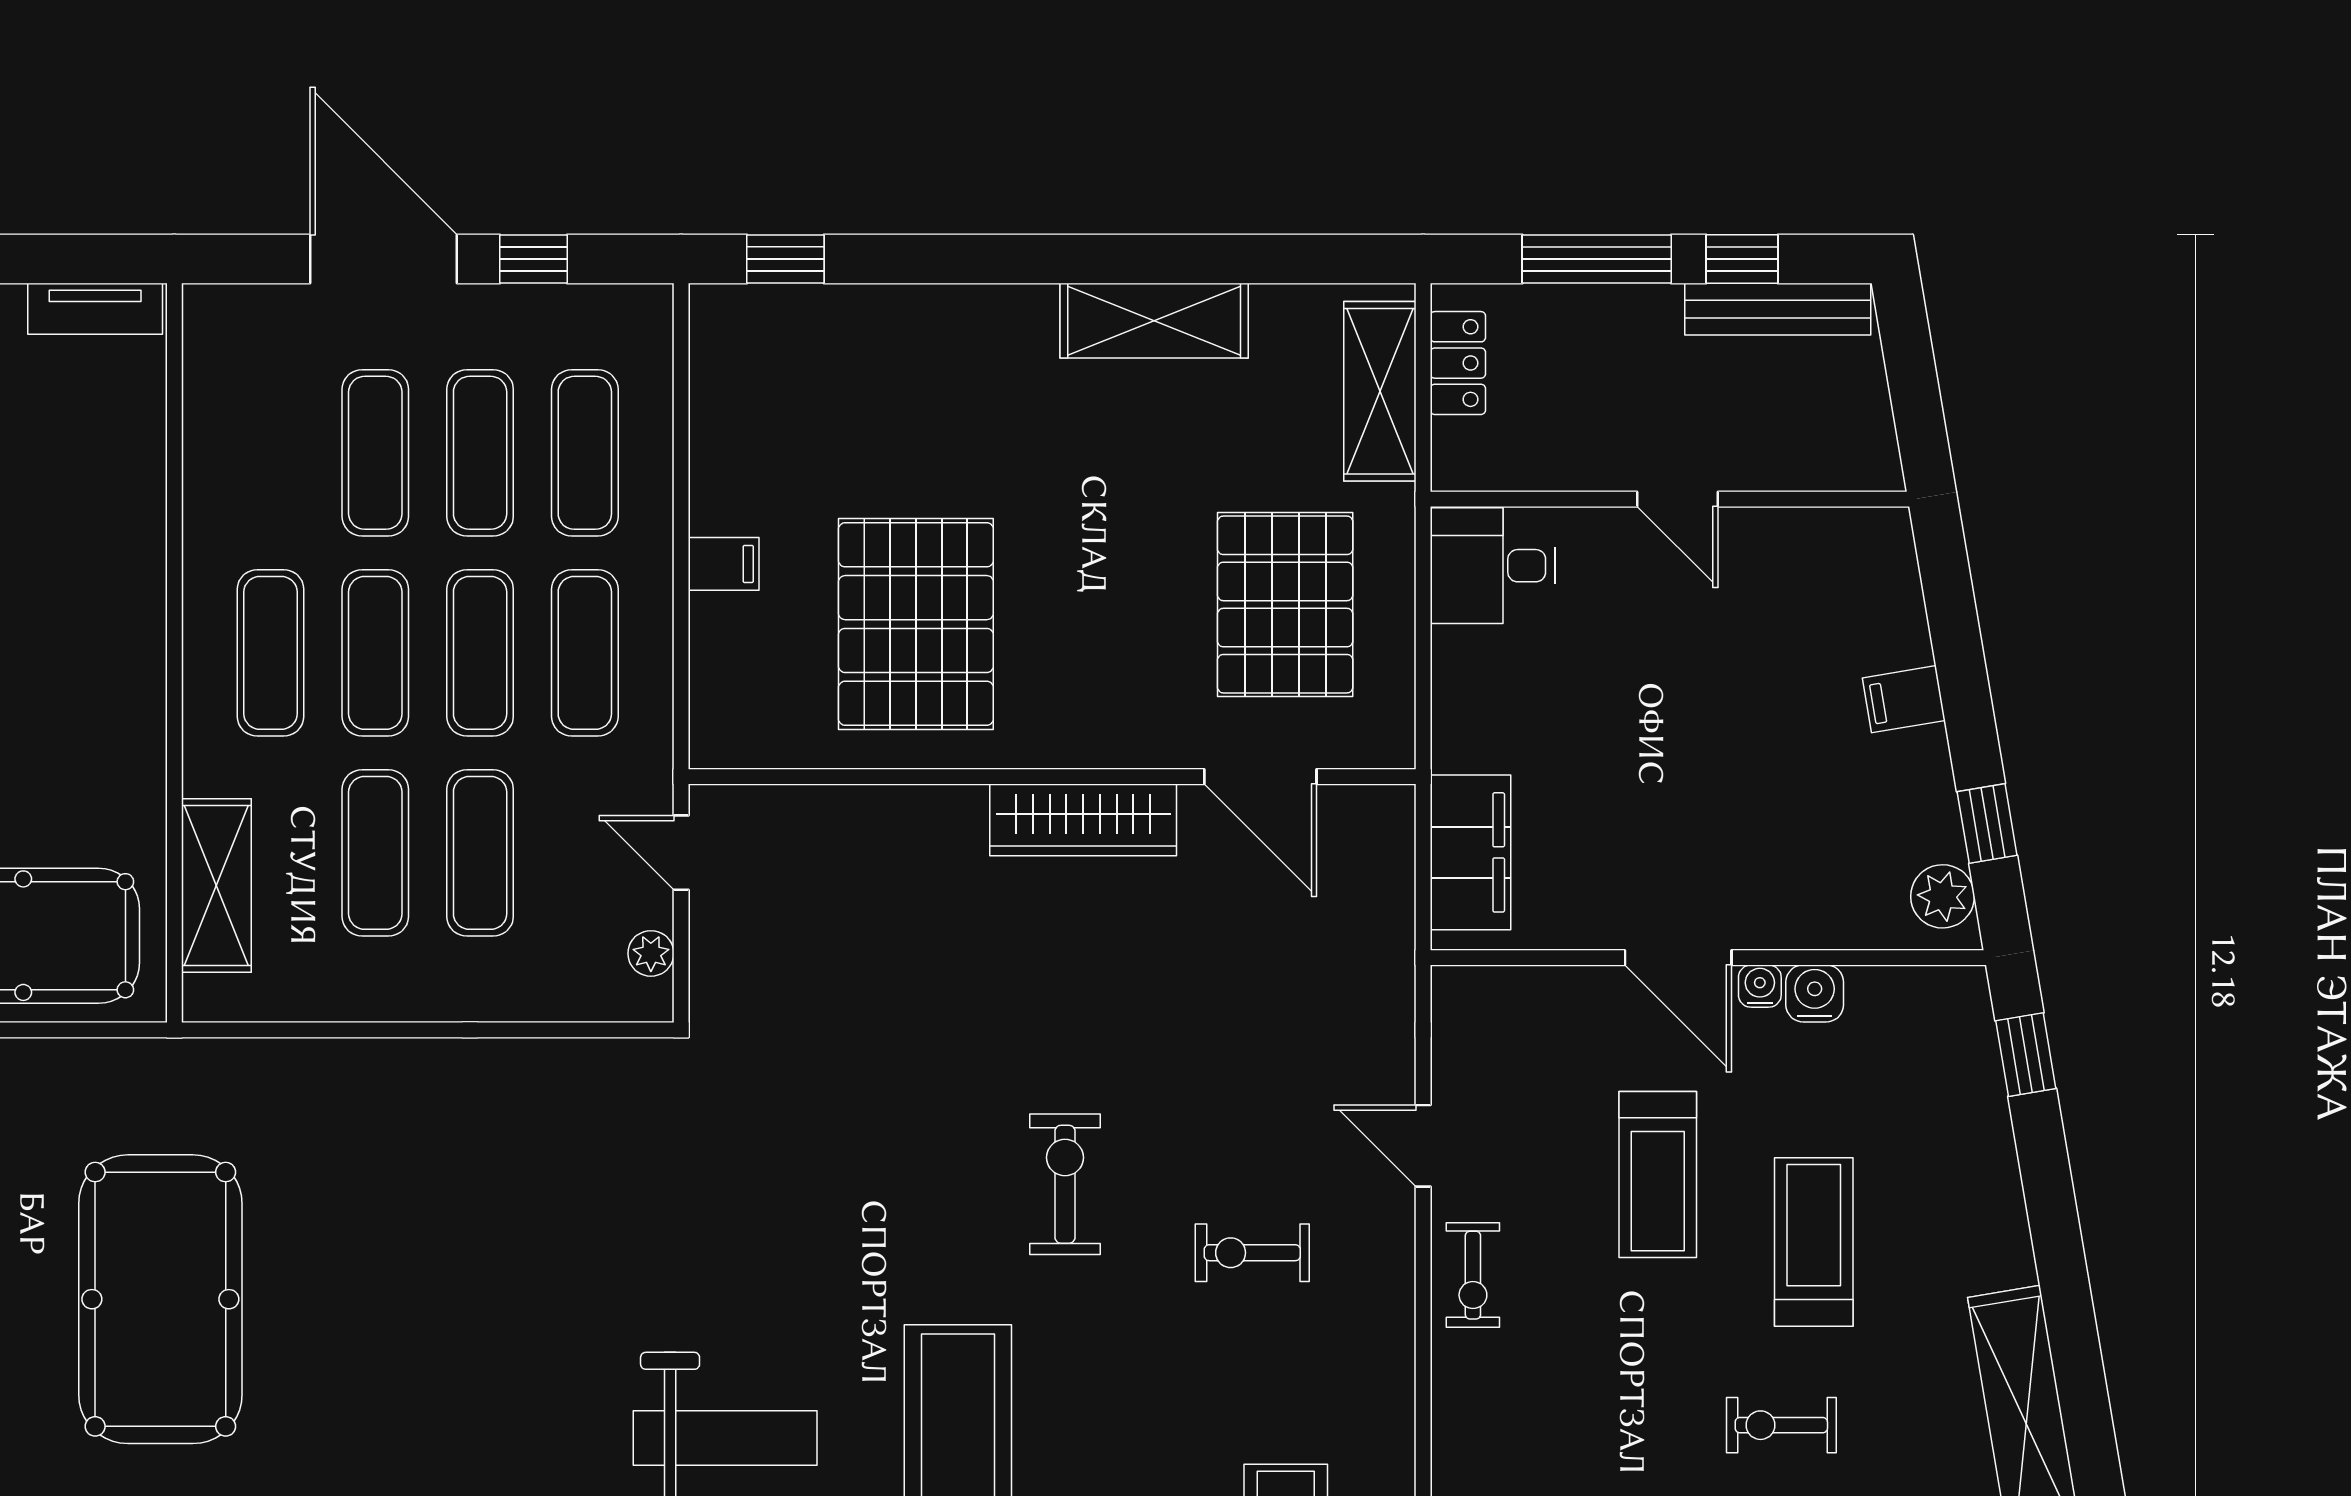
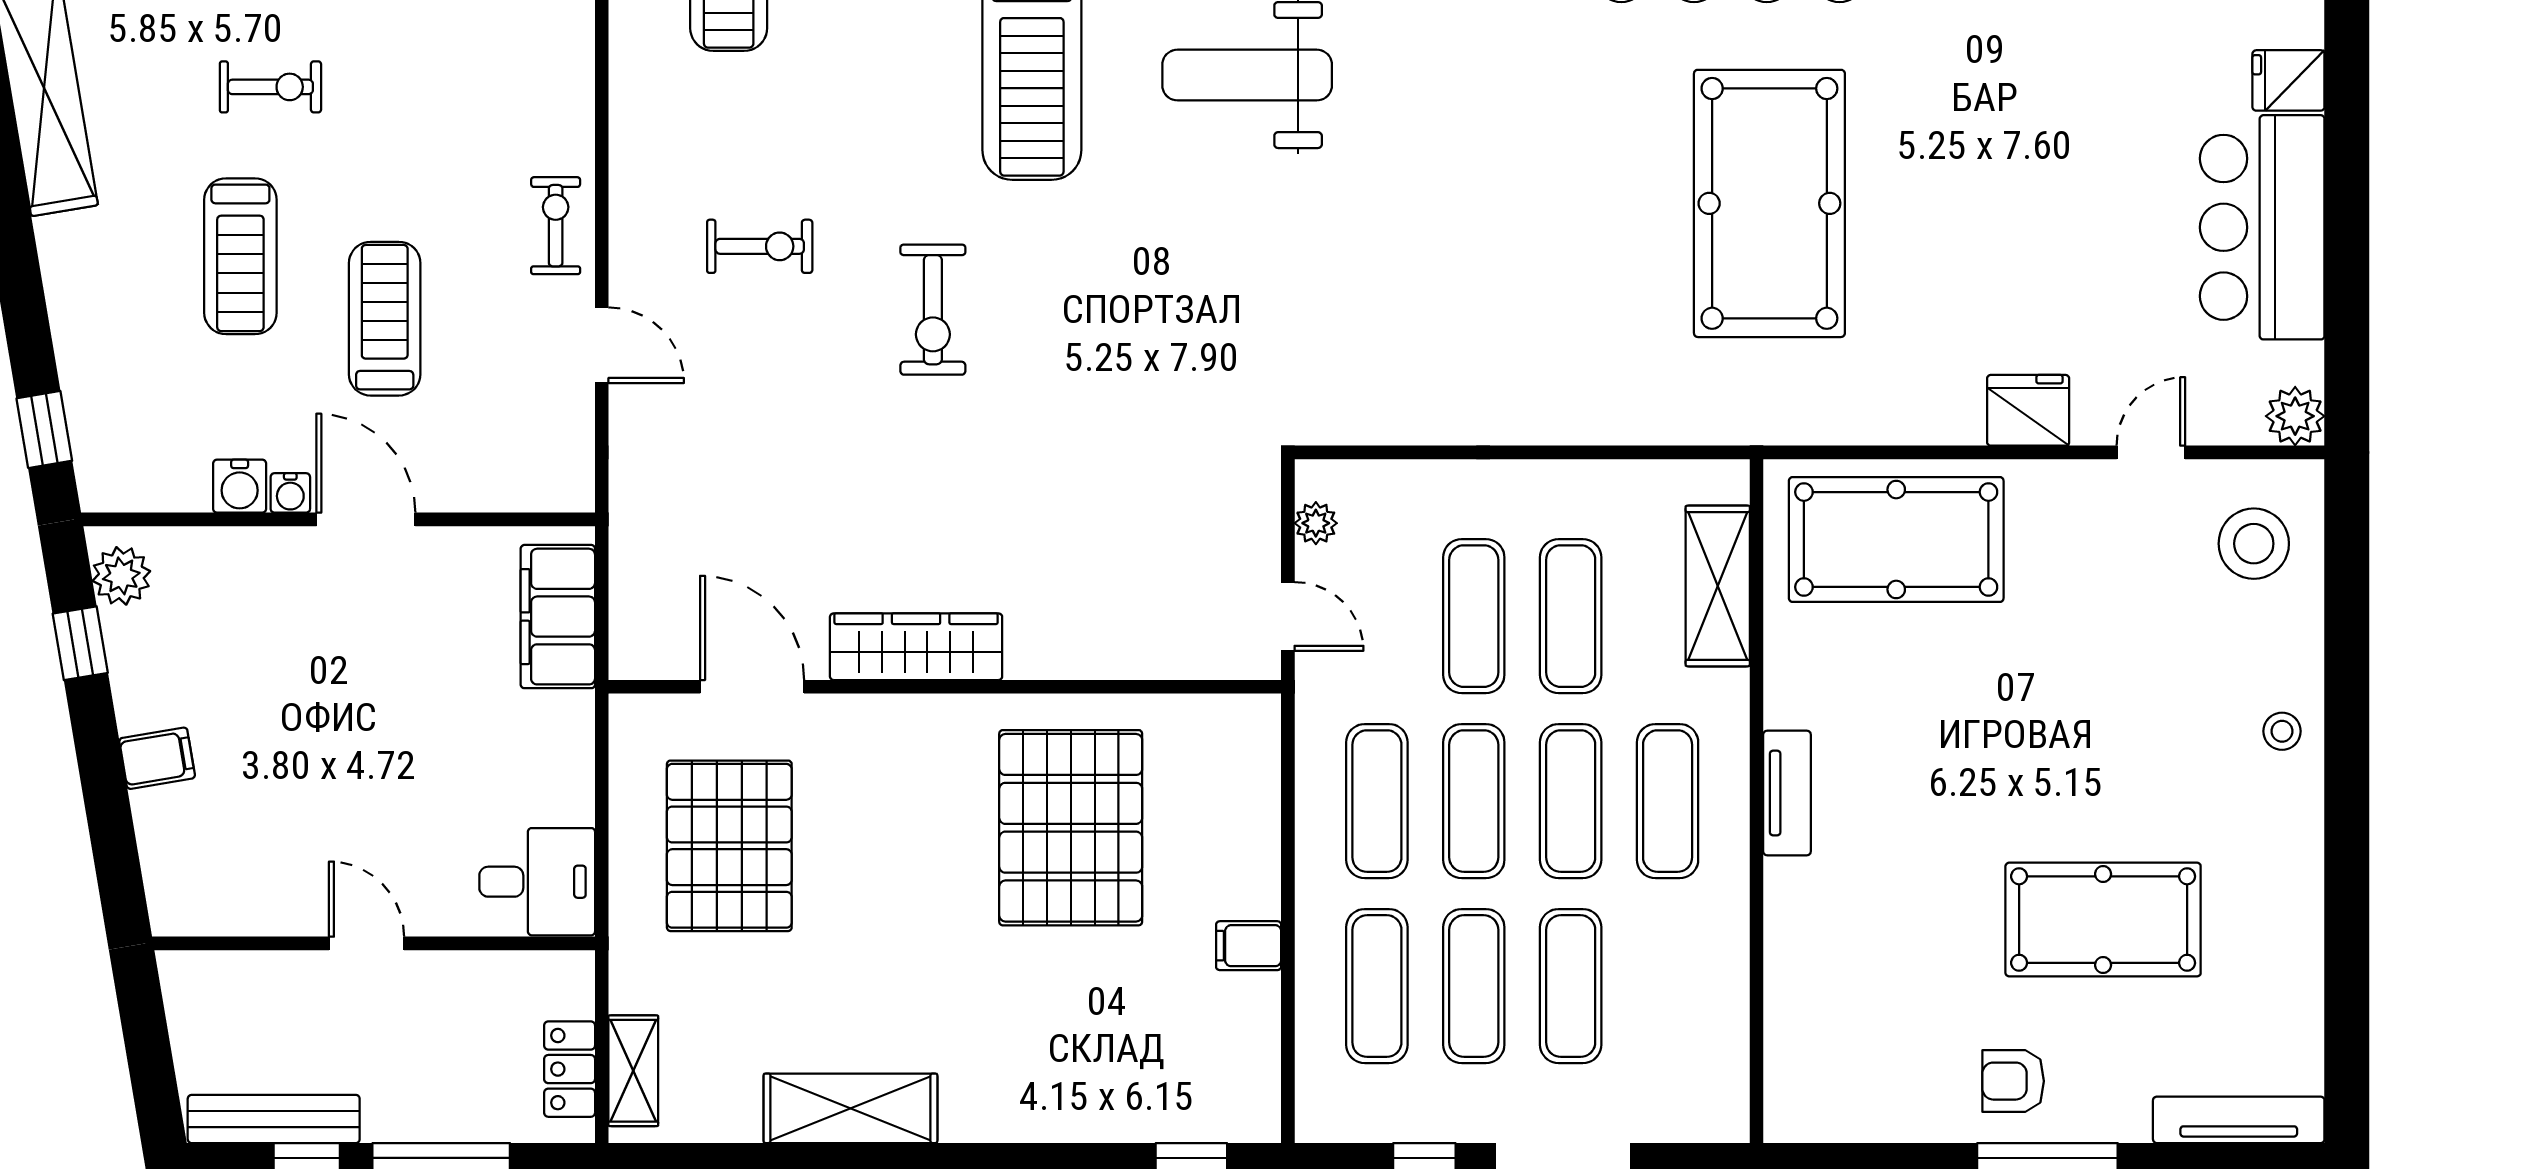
tv unit: (95, 309) -> (1787, 793), moved, turned 90
shelving: (1380, 391) -> (633, 1071), width x0.67, depth x0.75
filing cabinet: (724, 564) -> (1249, 946), moved

